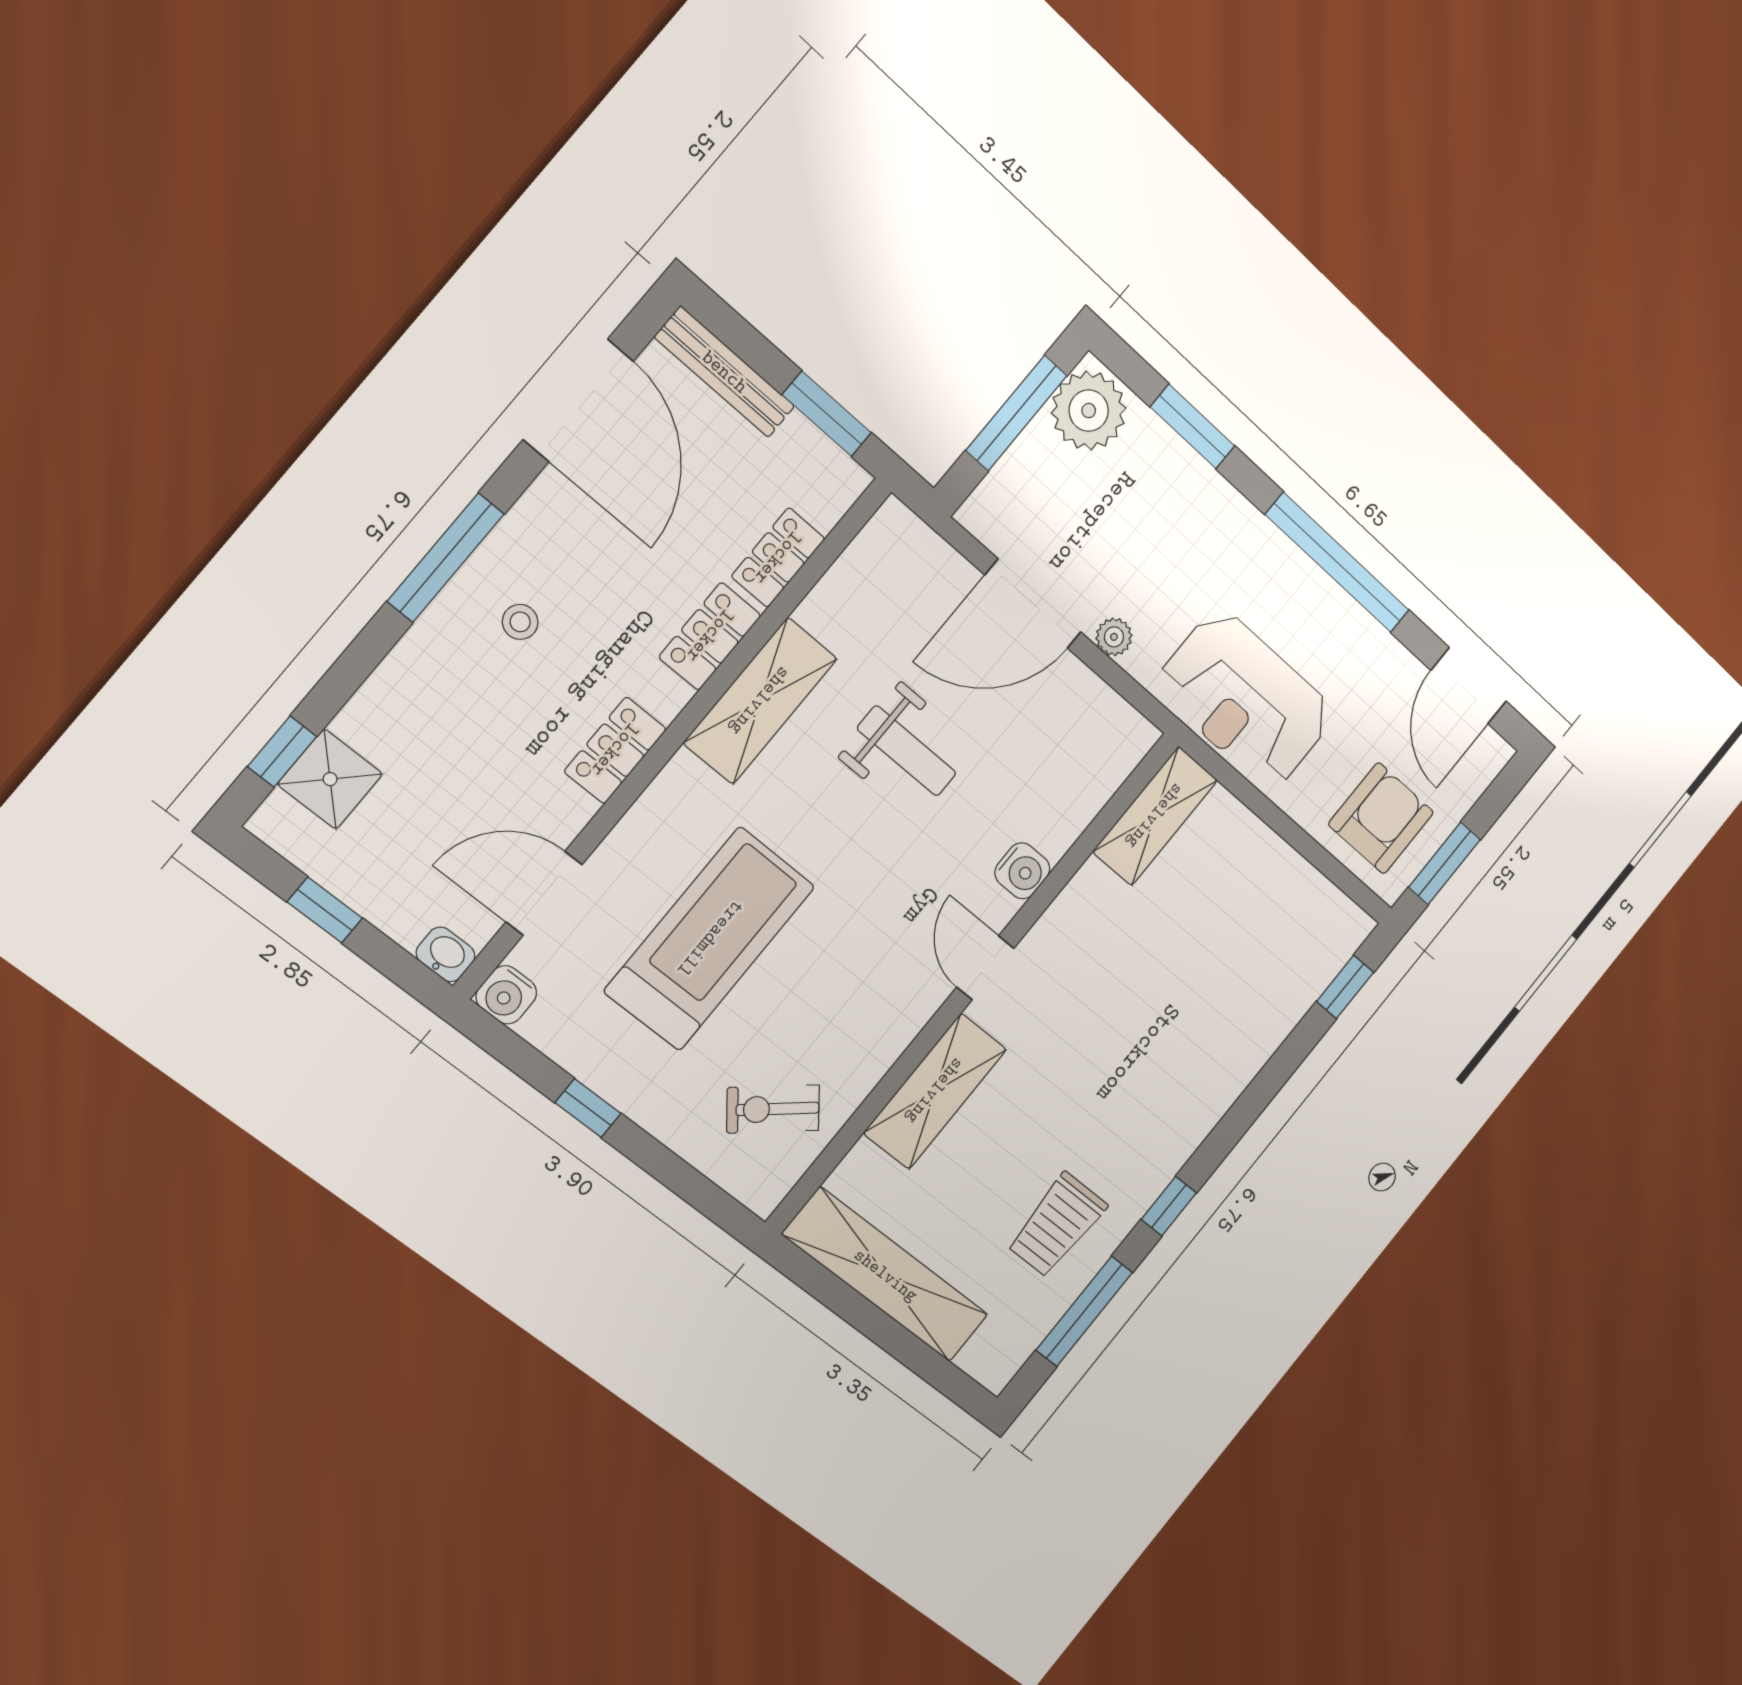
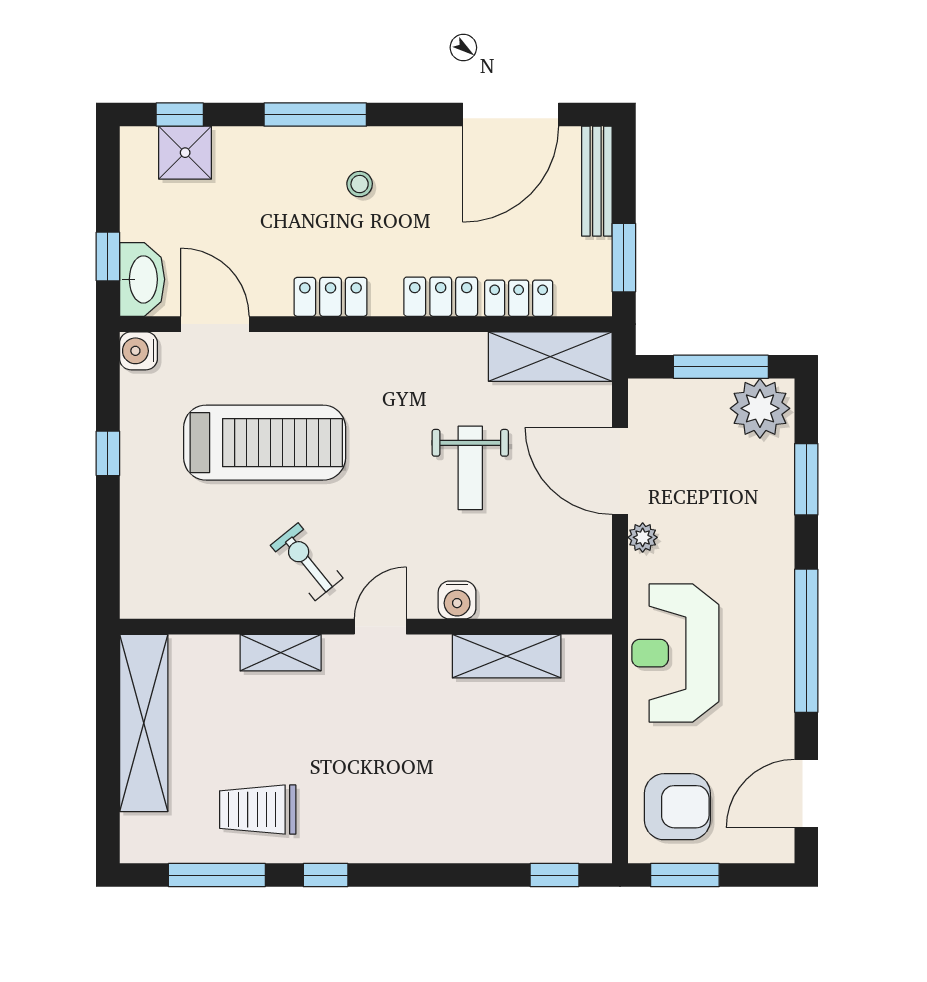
window: (446, 558) -> (315, 115), moved
shelving: (760, 701) -> (550, 357), moved
shelving: (1155, 816) -> (507, 656), moved
window: (325, 910) -> (108, 256), moved
washbasin: (446, 954) -> (142, 279), width x1.91, depth x1.45
shelving: (935, 1091) -> (281, 653), width x0.67, depth x0.75
exercise bike: (773, 1109) -> (307, 562), moved

